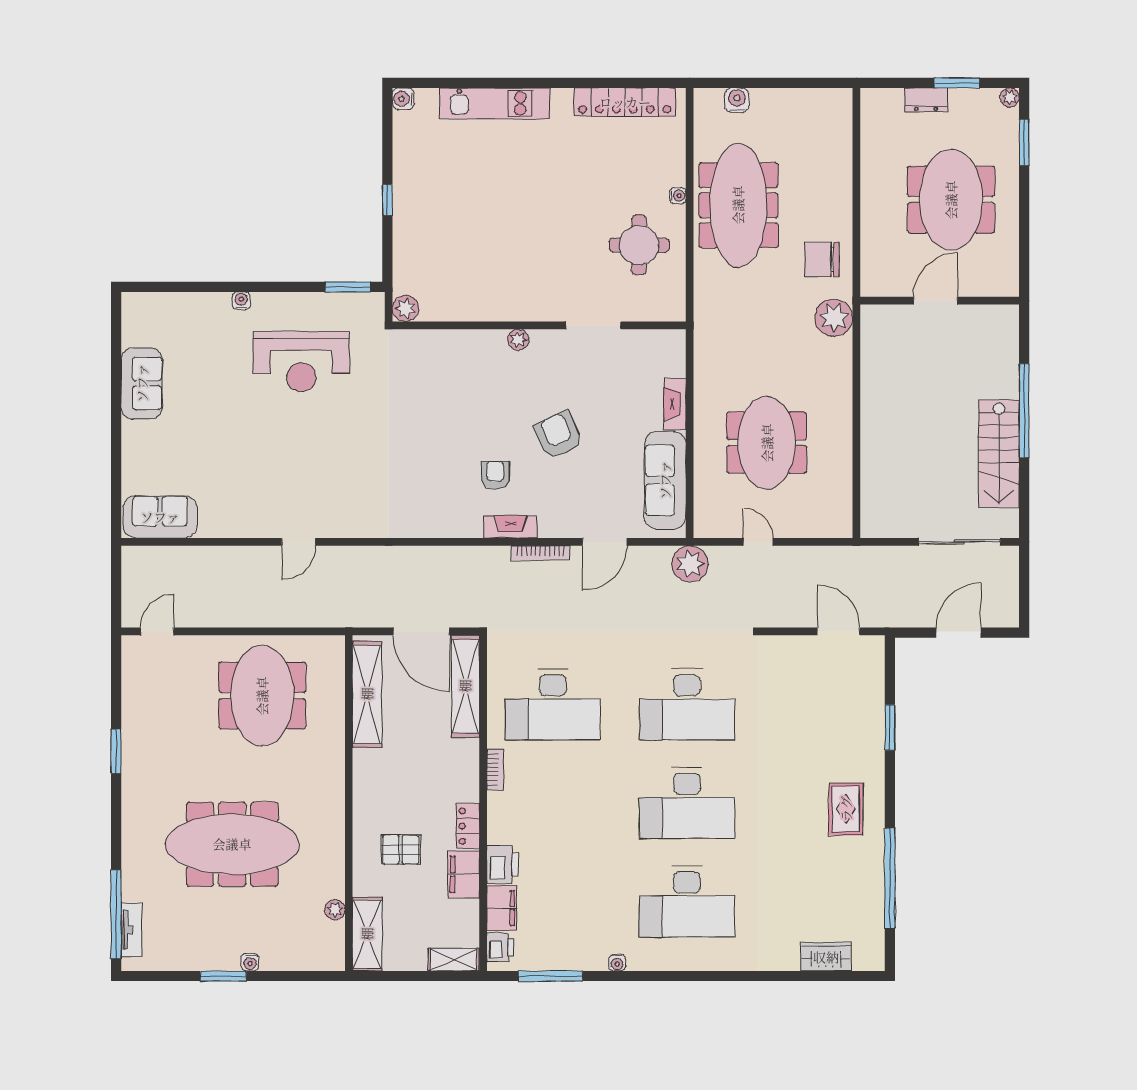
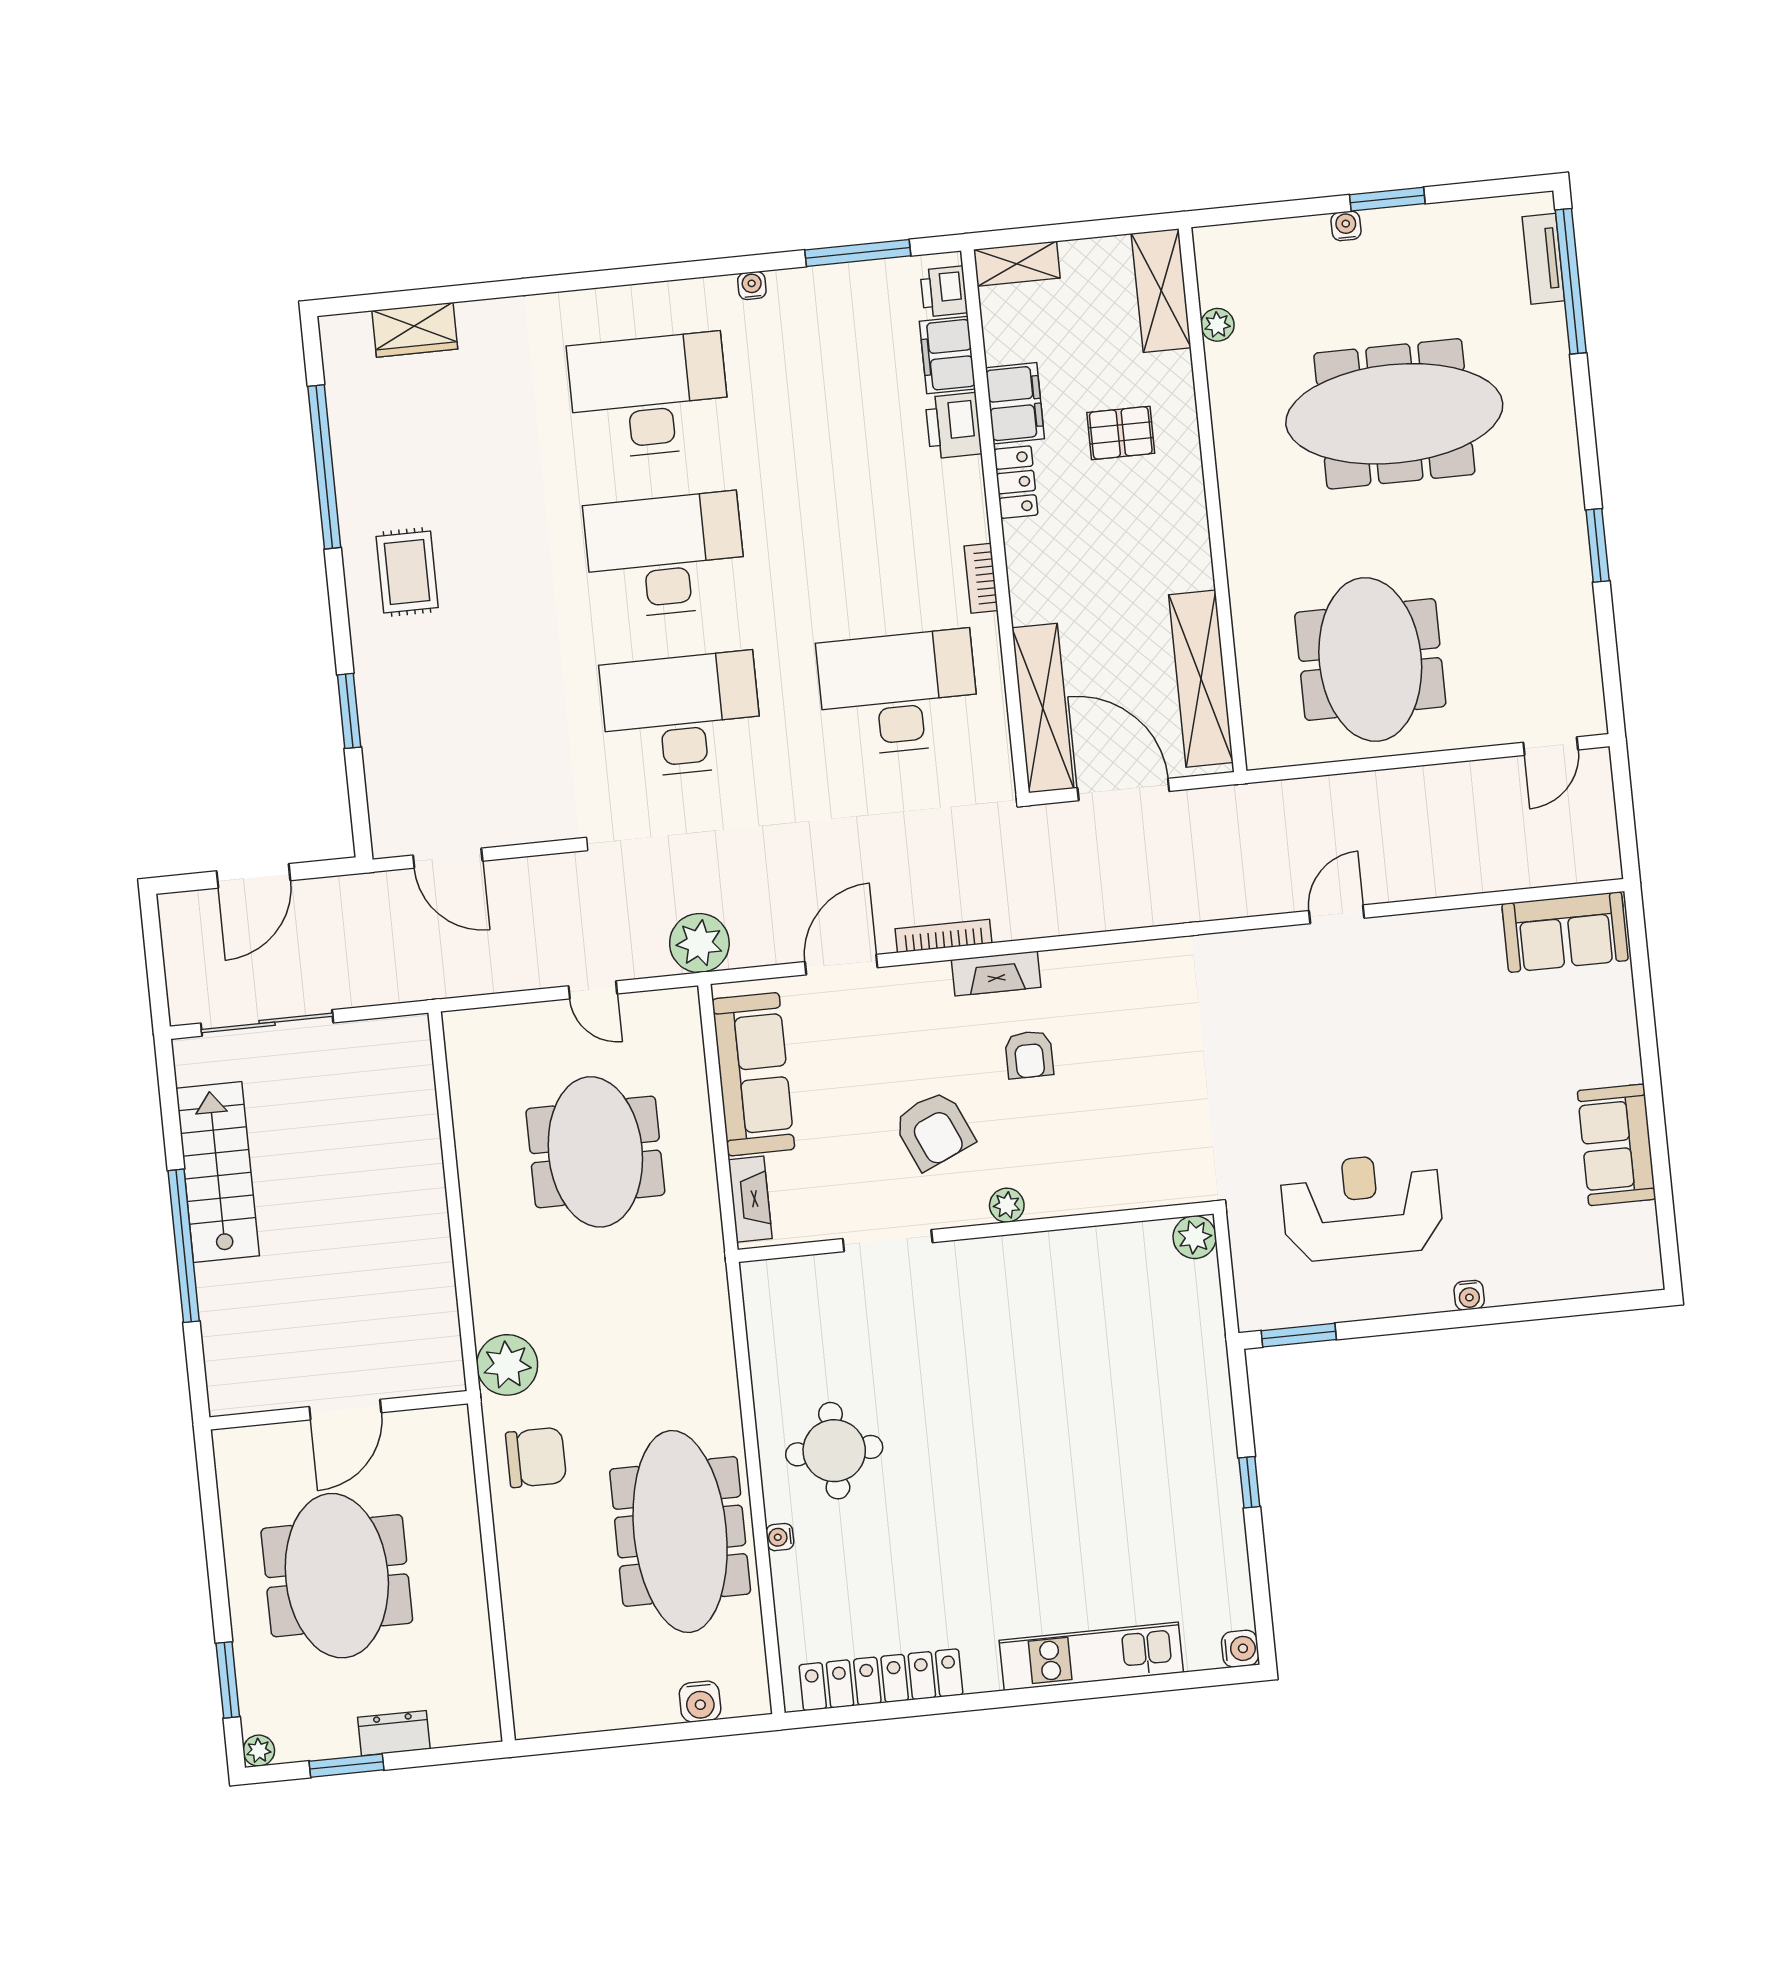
plant: (405, 308) -> (1195, 1237), moved
wall: (539, 325) -> (976, 1232), moved
doorway: (593, 325) -> (888, 1241), moved
plant: (518, 340) -> (1007, 1205), moved

